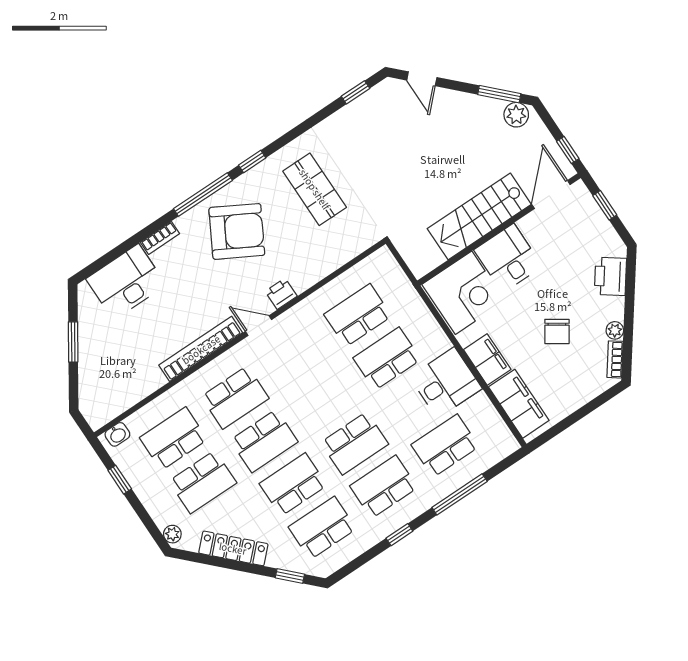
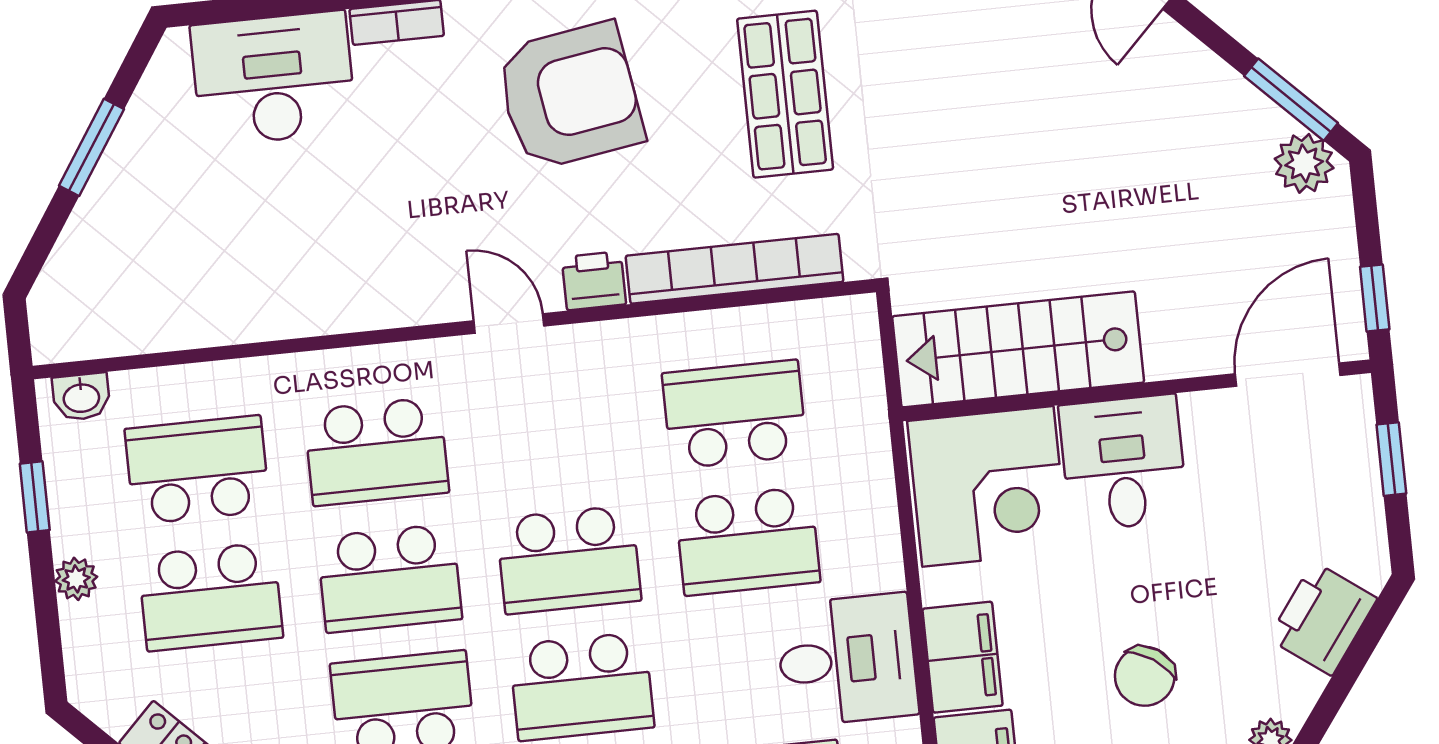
stairs: (479, 216) -> (1018, 349), moved
armchair: (237, 231) -> (570, 96), turned -38
bookcase: (201, 349) -> (735, 269), moved
school desk: (387, 359) -> (748, 541), turned 180
school desk: (325, 400) -> (569, 560), added
plant: (172, 534) -> (76, 579), moved

